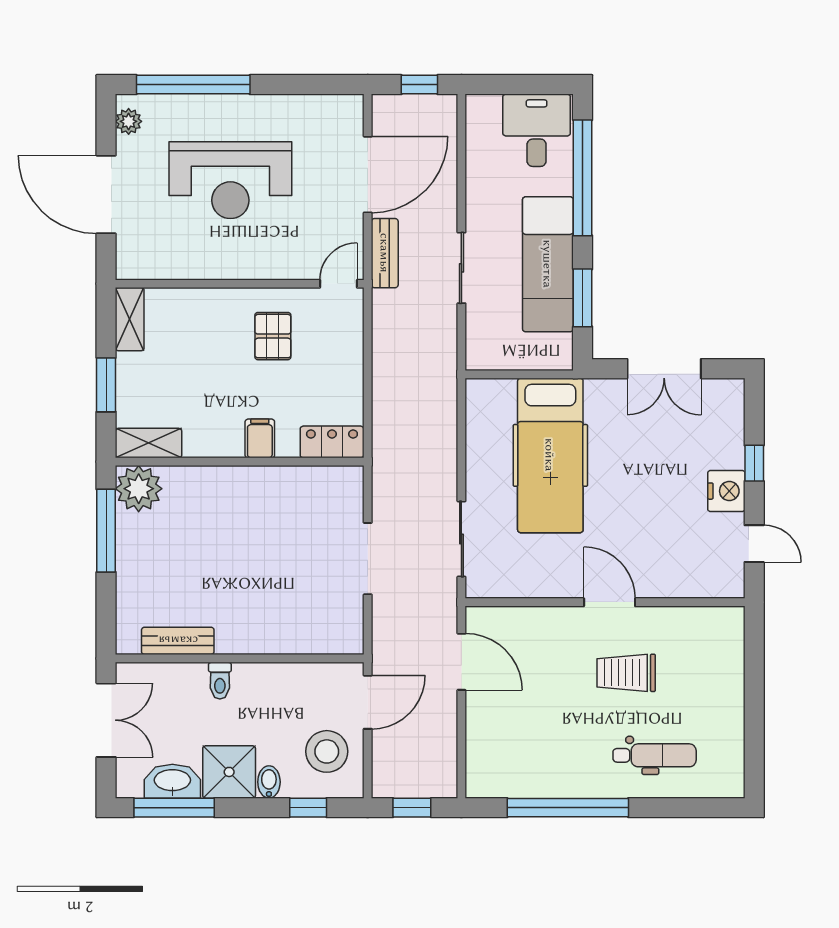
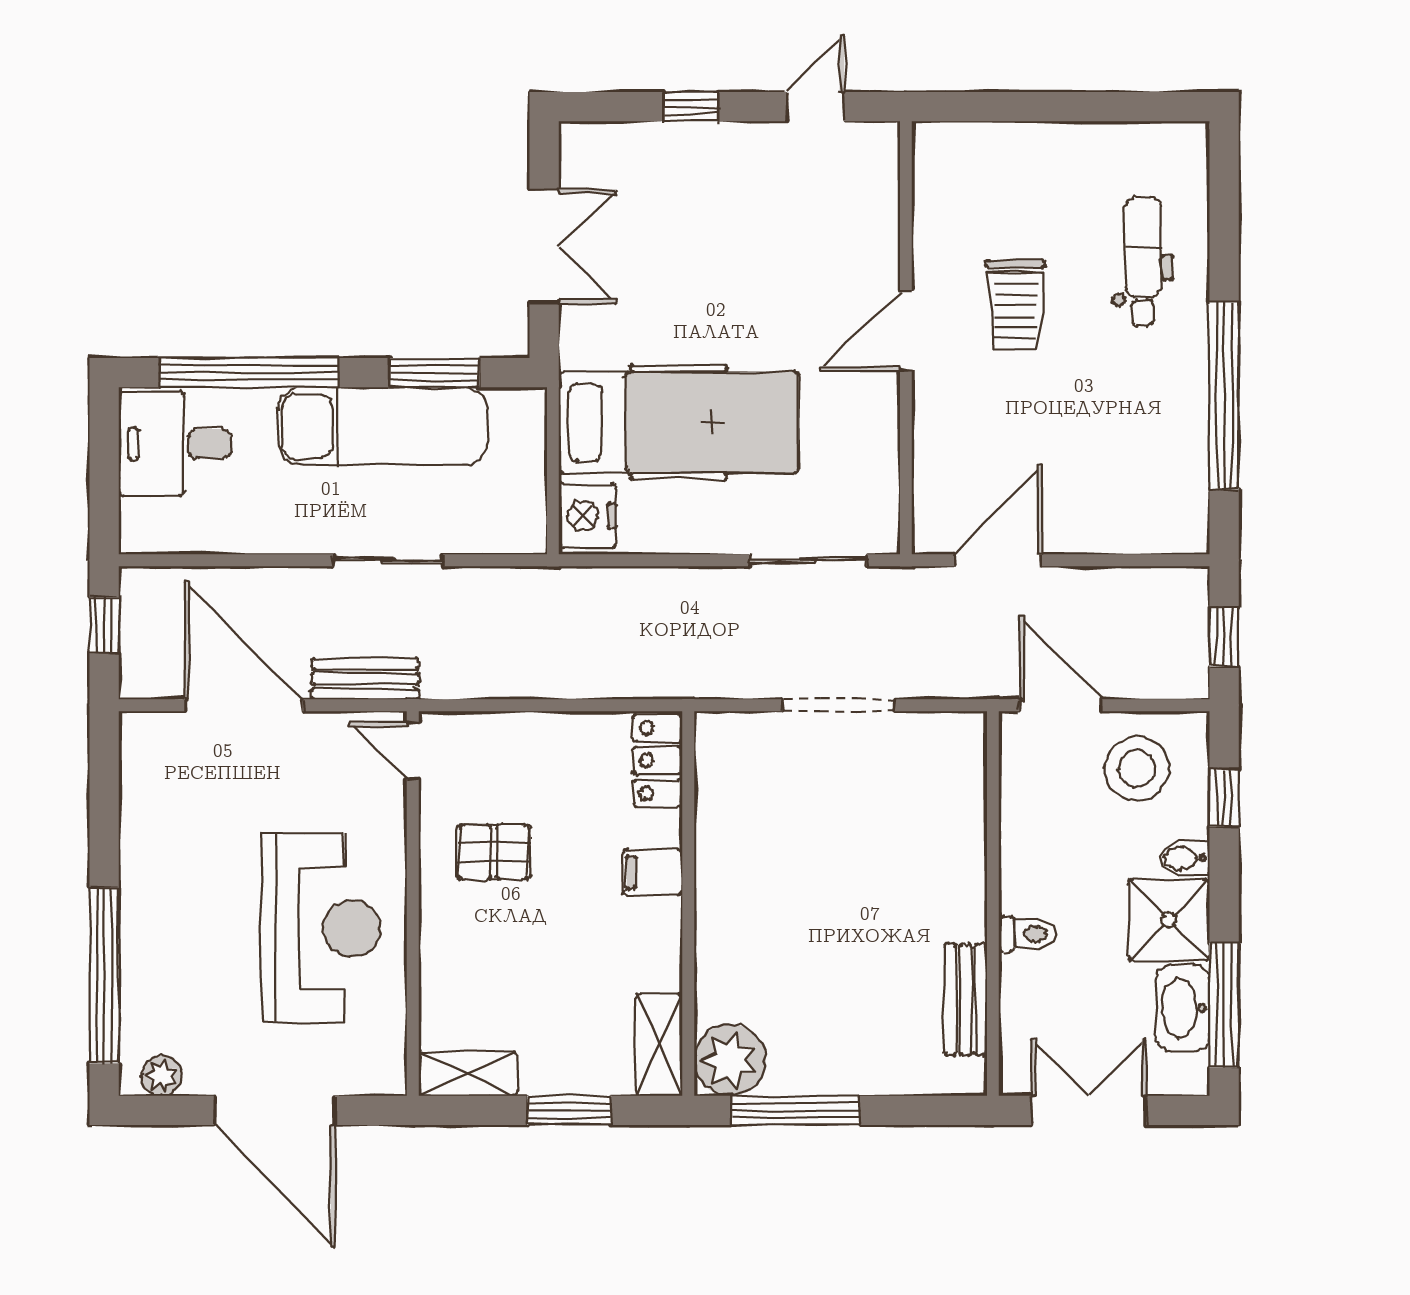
reception desk: (230, 180) -> (321, 928), moved
door: (106, 195) -> (275, 1110), hinge flipped
nightstand: (726, 491) -> (587, 516), moved, turned -90

